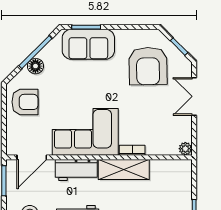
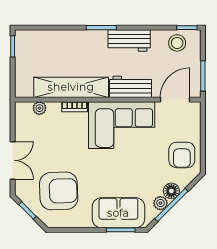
plant: (46, 54) -> (160, 203), added
armchair: (148, 66) -> (59, 191), turned 89
armchair: (25, 102) -> (182, 155), turned -90
plant: (185, 149) -> (39, 108), moved
shelving: (124, 169) -> (71, 87), width x1.47

